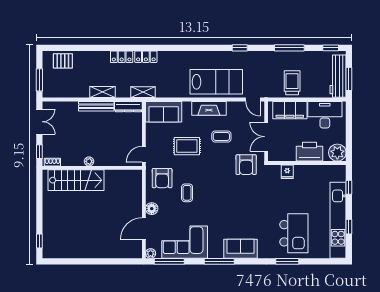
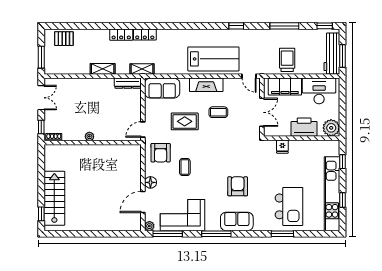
bench: (96, 106) -> (96, 83), removed
double door: (266, 137) -> (262, 112), swing flipped
armchair: (246, 165) -> (238, 186), moved, turned 180
stairs: (76, 180) -> (54, 198), moved, turned -90

